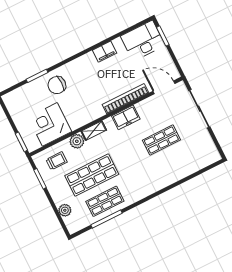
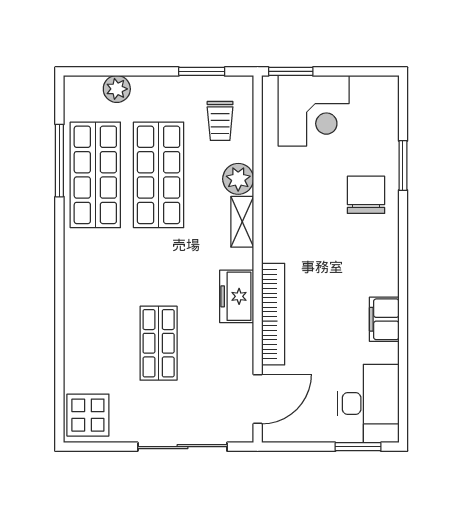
corner desk: (50, 124) -> (314, 111), moved, turned 90
display table: (206, 154) -> (88, 415), added
shop shelf: (105, 201) -> (95, 175), width x1.43, depth x1.36

